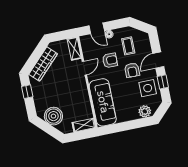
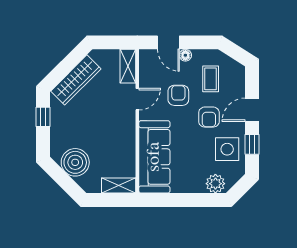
armchair: (110, 60) -> (178, 95), turned -90

